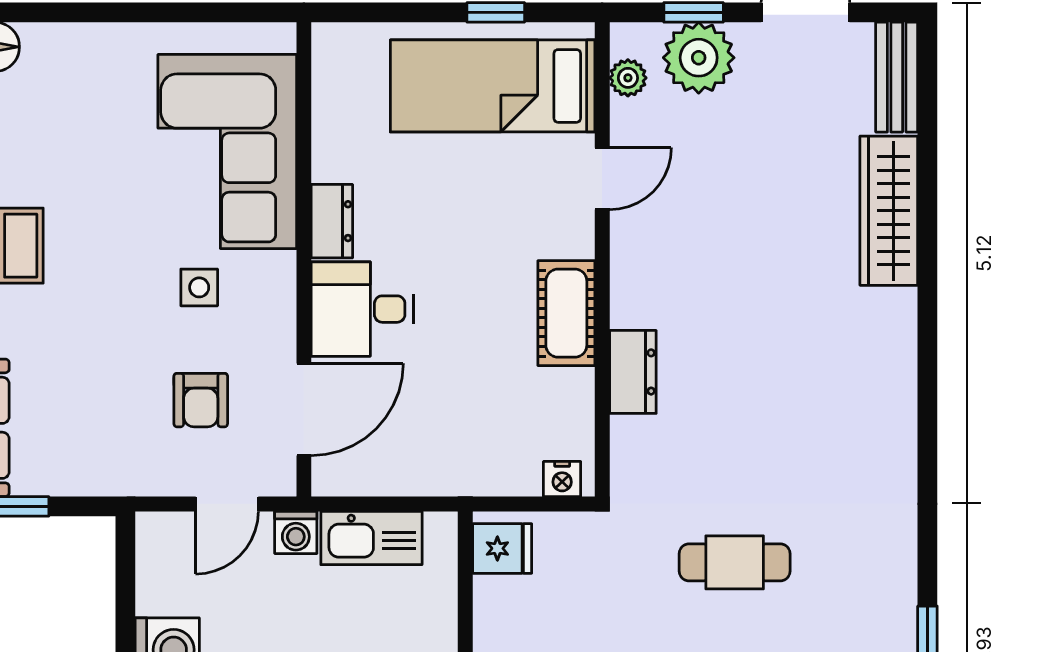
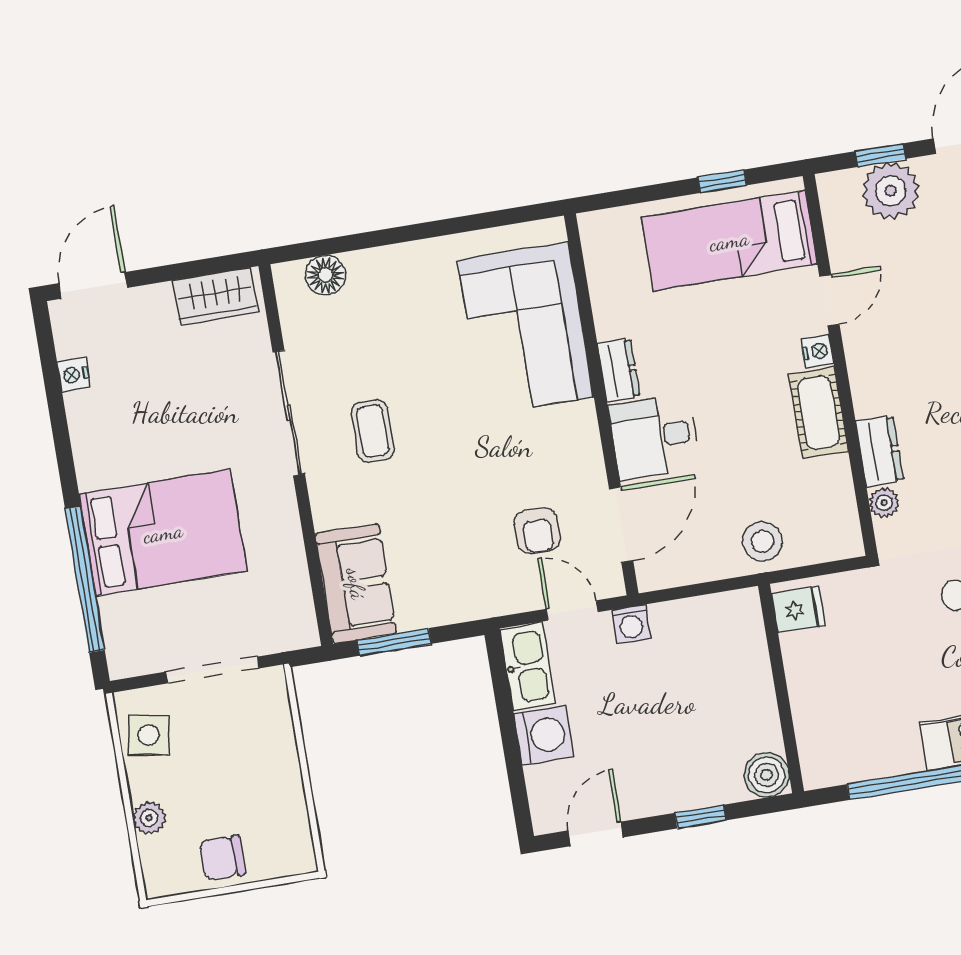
plant: (628, 78) -> (884, 503), moved
side table: (199, 287) -> (521, 441), removed
stool: (472, 458) -> (762, 541), added
nightstand: (562, 479) -> (817, 351), moved, turned -90
door: (227, 504) -> (572, 611), swing flipped
kitchen sink: (371, 538) -> (528, 667), moved, turned -90

